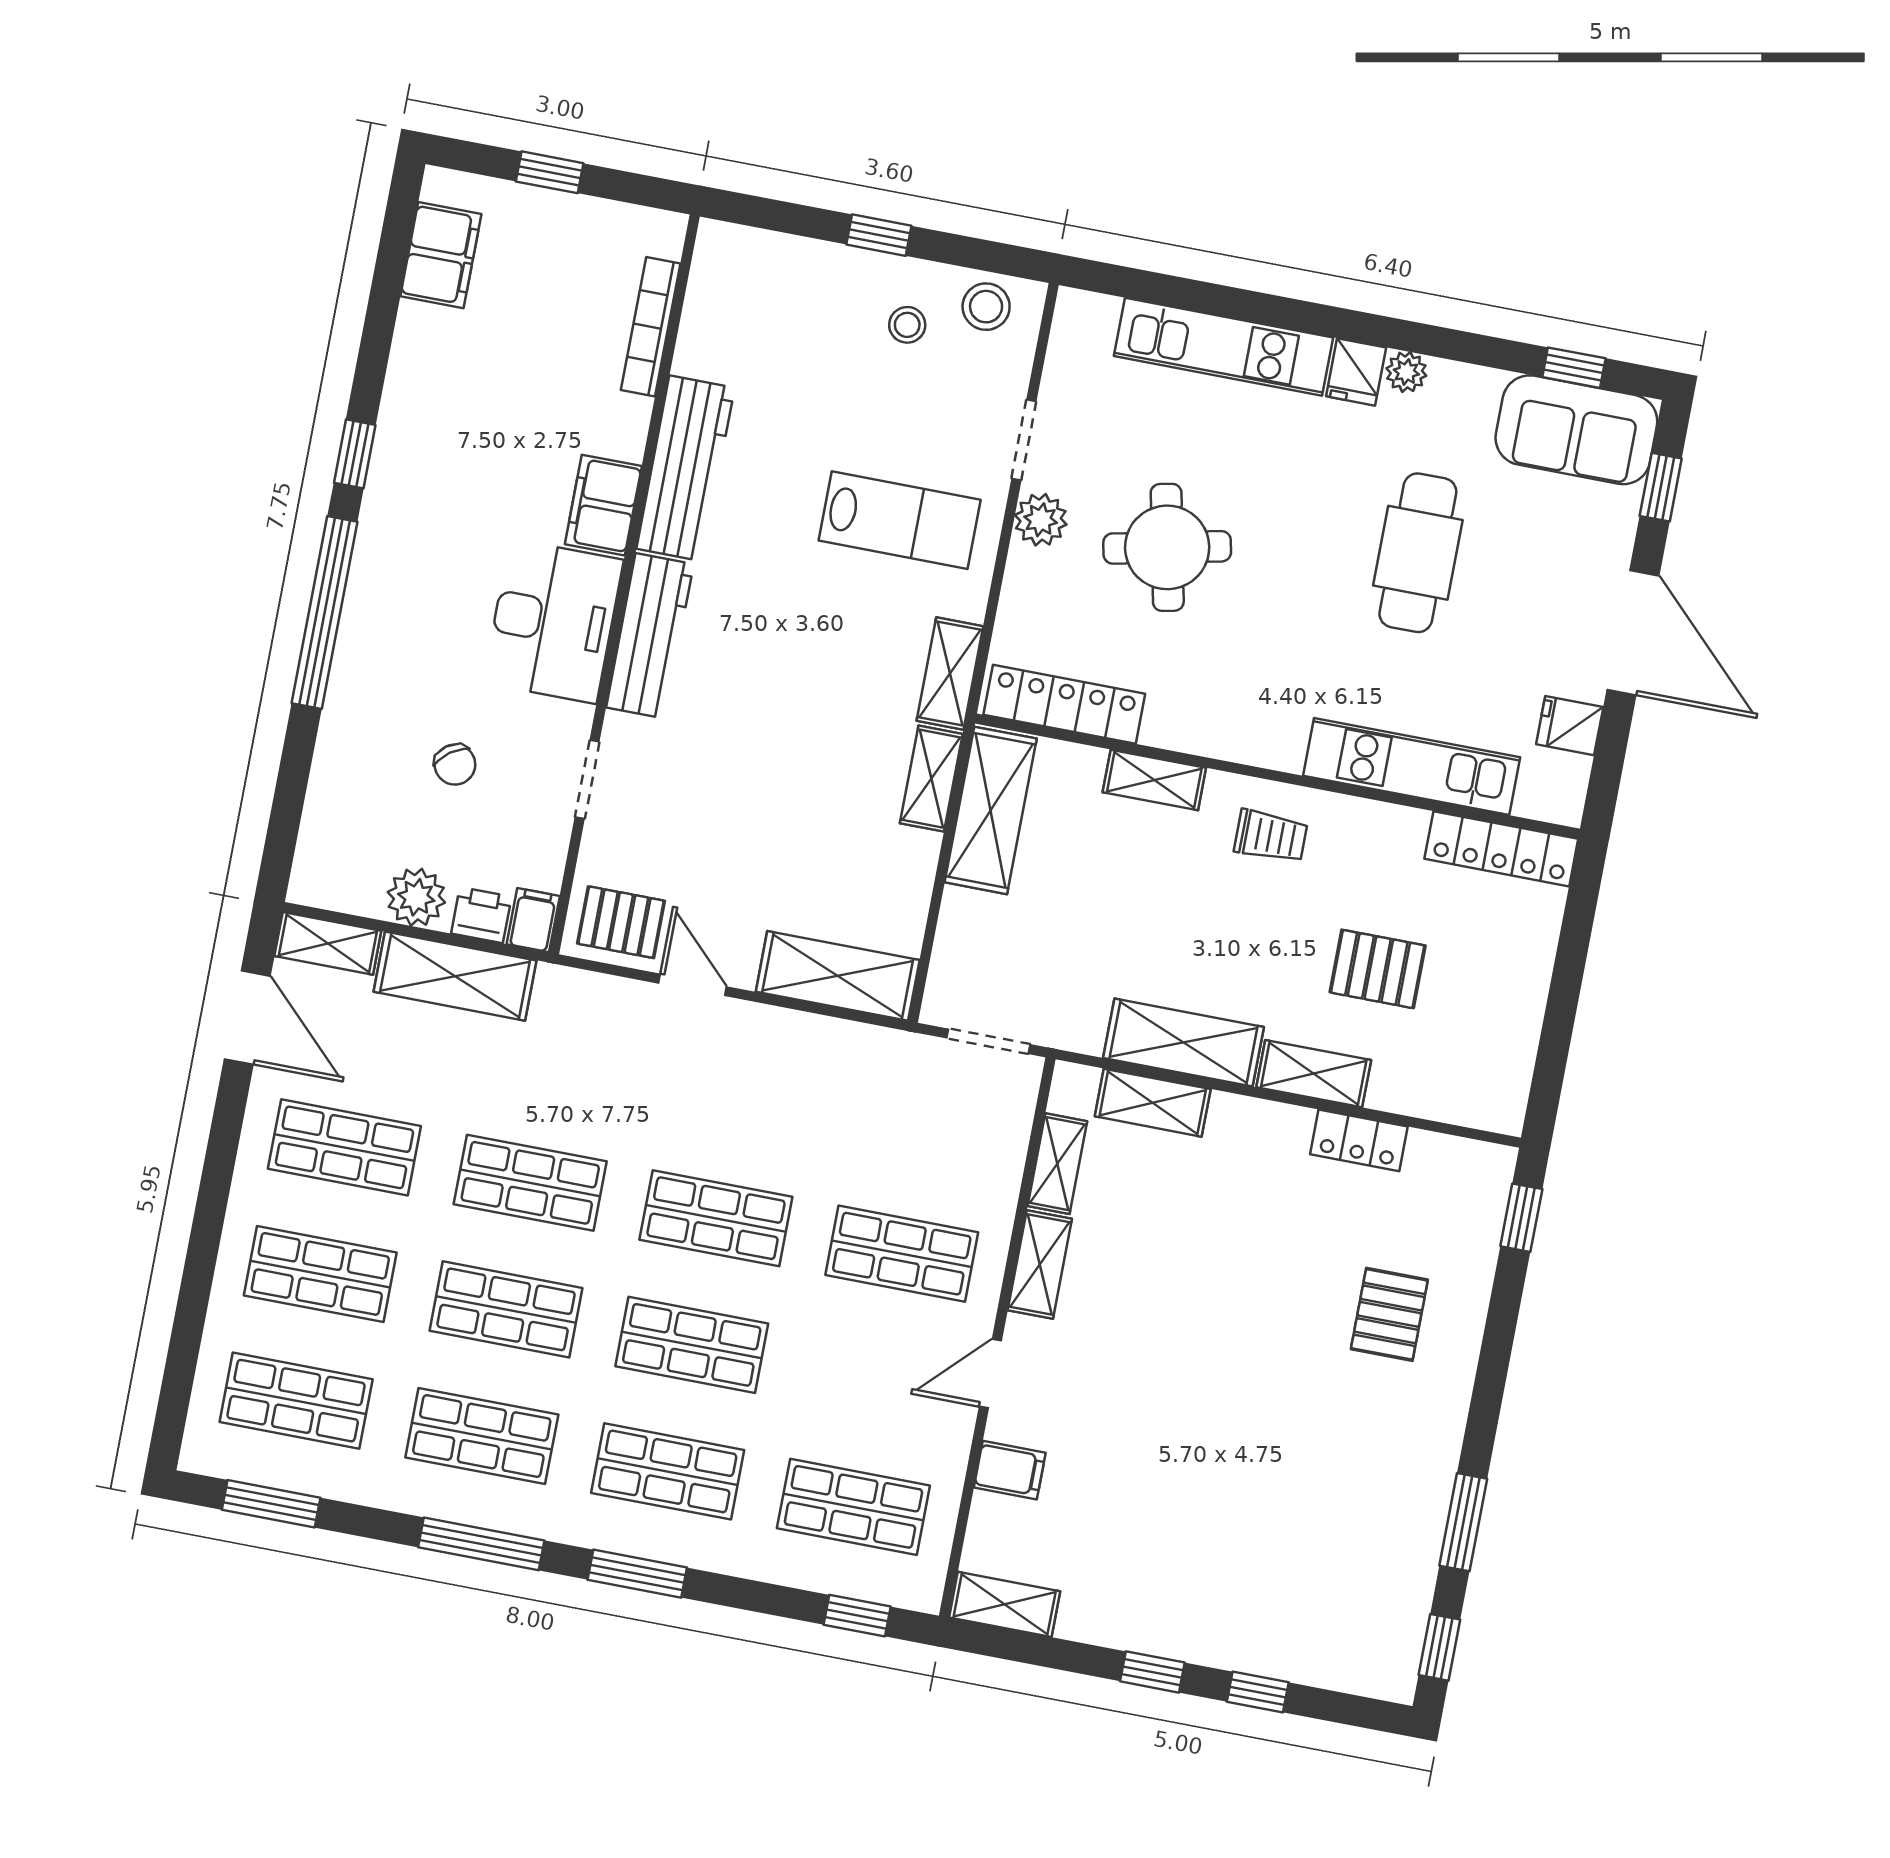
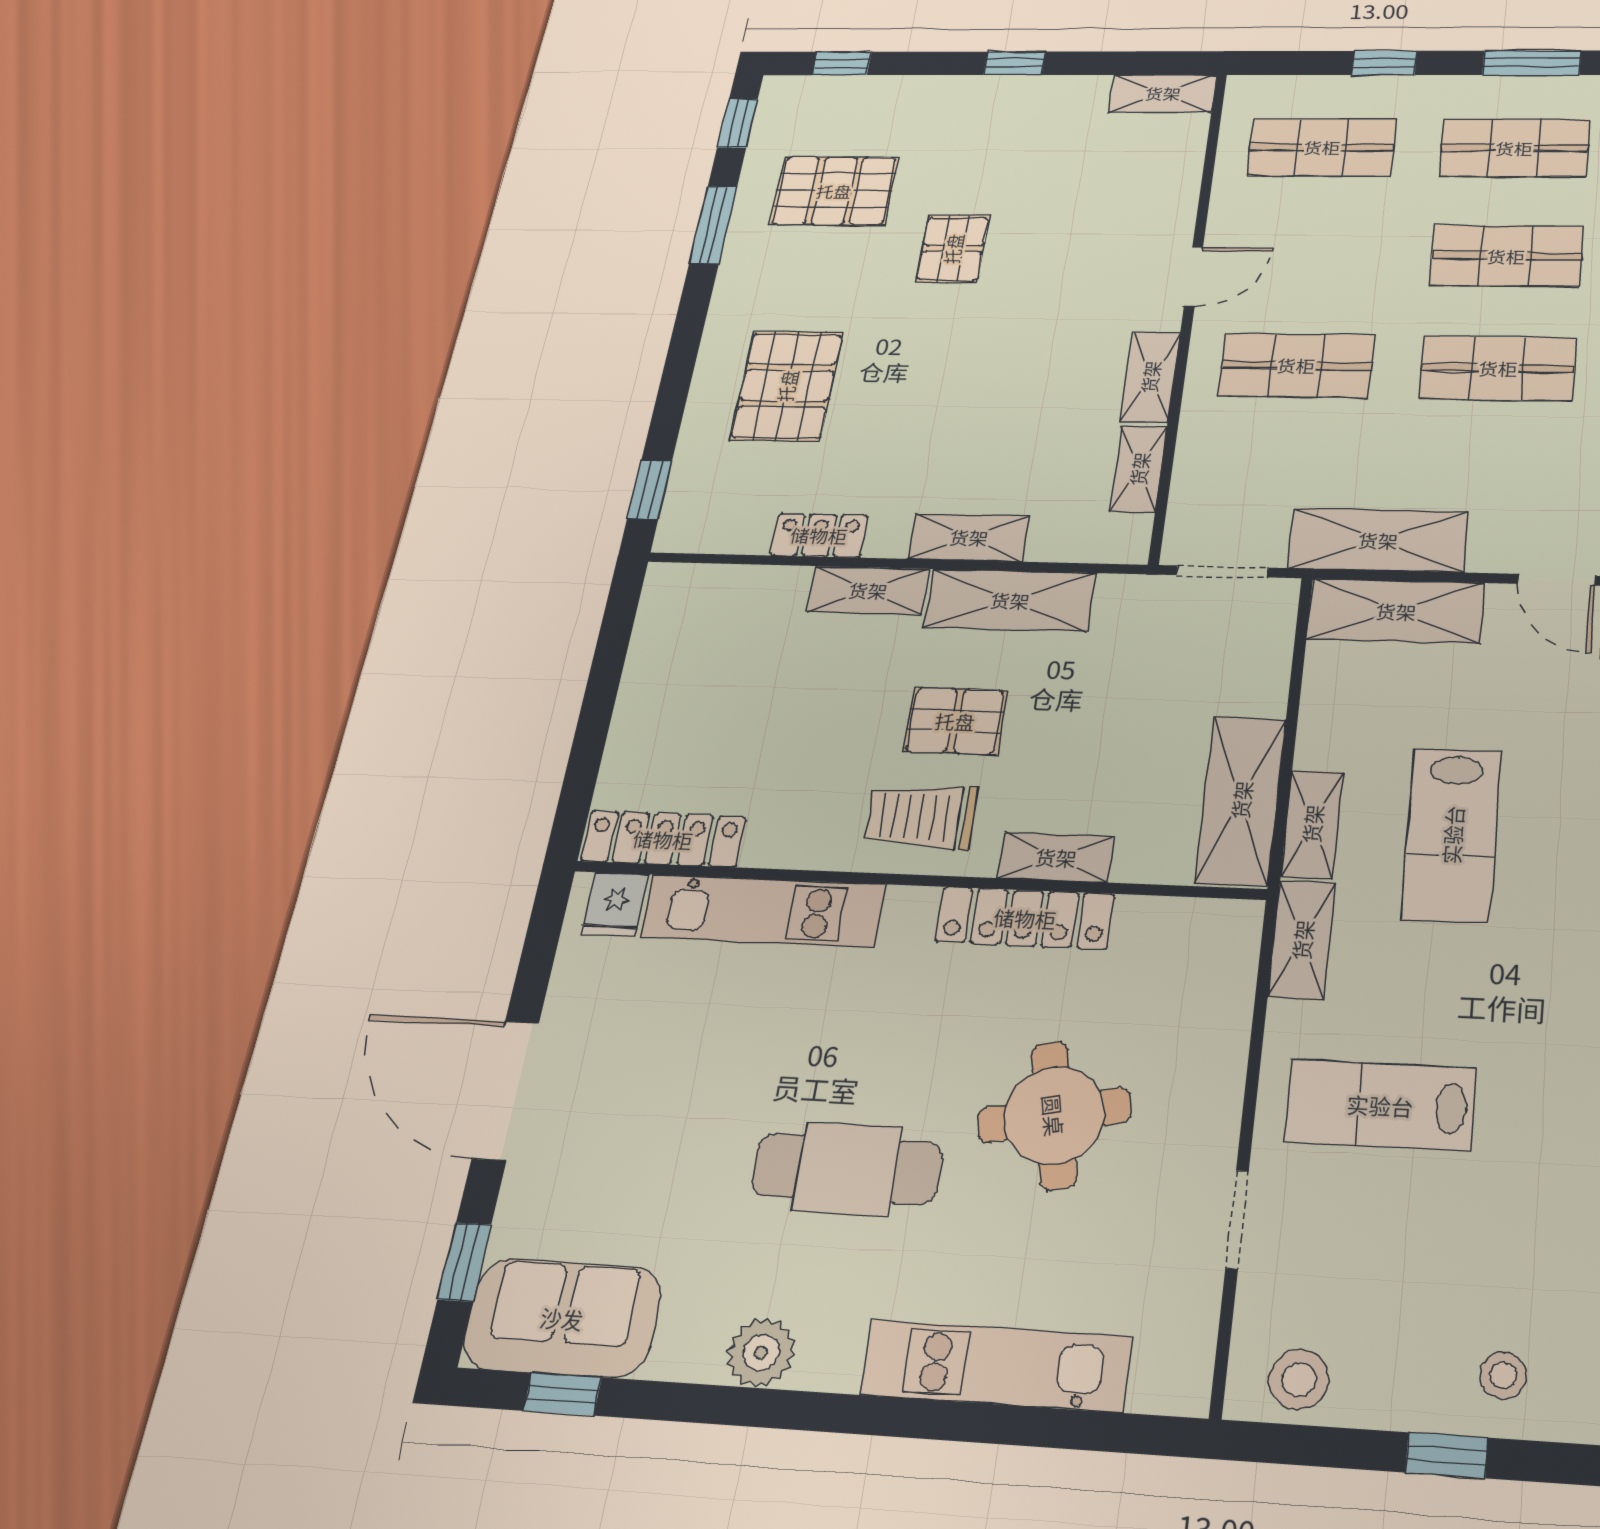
stool: (907, 325) -> (1503, 1375), moved
fridge: (1356, 372) -> (830, 1355), removed
plant: (1406, 372) -> (761, 1353), width x1.38, depth x1.38
plant: (1041, 520) -> (1209, 1127), removed
cafe table: (1418, 553) -> (847, 1169), moved, turned 90
locker: (1064, 704) -> (1025, 918), moved
fridge: (1570, 726) -> (615, 904), moved, turned 90
lab bench: (814, 751) -> (1452, 835), added
trolley: (1271, 836) -> (921, 817), width x1.36, depth x1.39
pallet: (1378, 969) -> (955, 721), moved
shelving: (846, 1052) -> (1378, 540), added
shelving: (1153, 1103) -> (969, 537), moved
pallet: (1389, 1314) -> (787, 386), width x1.50, depth x1.42
pallet: (1223, 1449) -> (953, 249), added
filing cabinet: (1010, 1470) -> (1167, 200), removed
pallet: (1340, 1542) -> (834, 191), added
window: (857, 1616) -> (1384, 63), moved
window: (1258, 1692) -> (842, 63), moved

